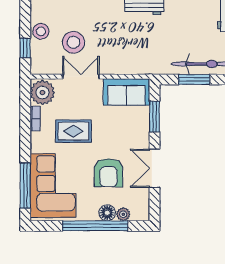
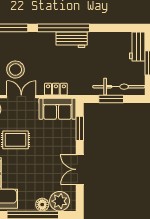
locker: (124, 67) -> (56, 89), added
armchair: (108, 173) -> (43, 173), removed
plant: (123, 214) -> (60, 201), width x1.87, depth x1.87

